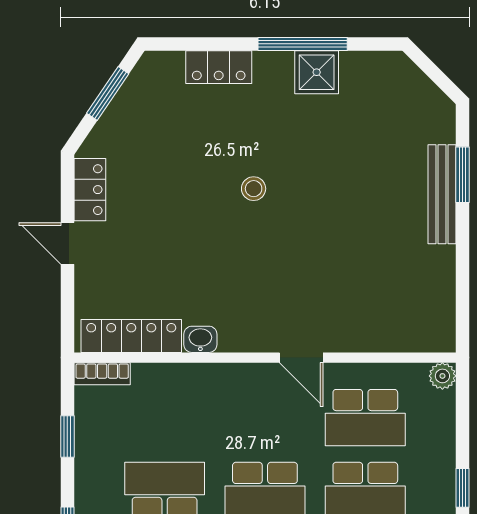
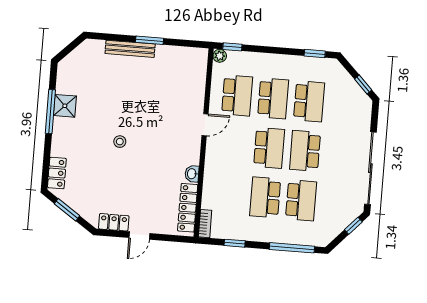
locker: (219, 67) -> (57, 173), moved
window: (462, 175) -> (149, 40), moved
window: (462, 488) -> (232, 47), moved

